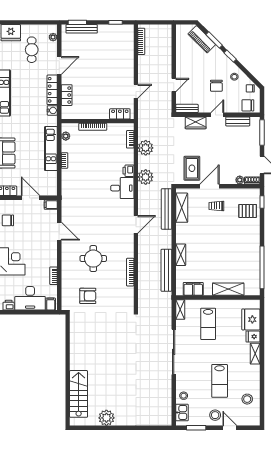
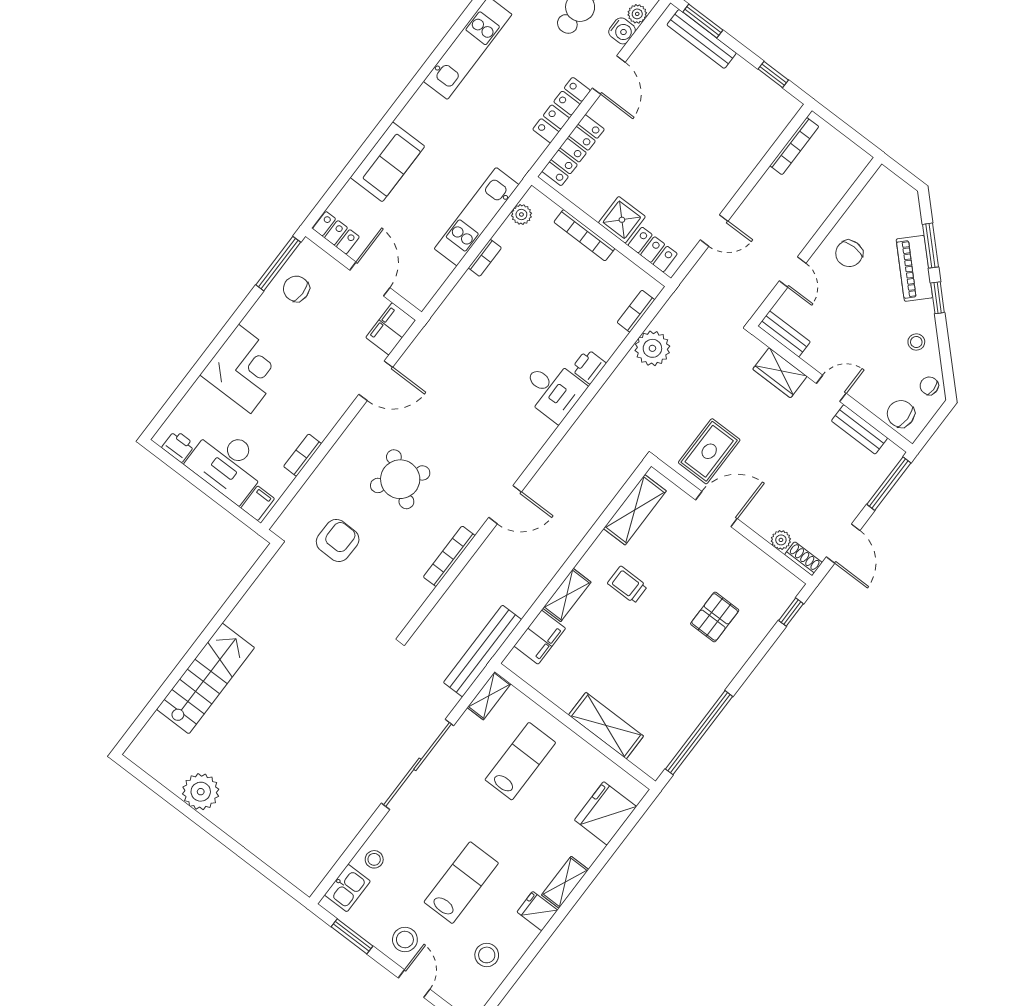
piano: (202, 39) -> (914, 268), moved
door: (59, 66) -> (609, 75), hinge flipped
door: (174, 85) -> (793, 272), hinge flipped
chair: (216, 86) -> (849, 254), moved
locker: (67, 95) -> (573, 150), width x1.53
water cooler: (52, 110) -> (622, 31), moved
shower: (102, 112) -> (622, 220), added
plant: (146, 177) -> (611, 402), removed
filing cabinet: (51, 205) -> (391, 329), width x2.00
trolley: (216, 206) -> (627, 585), moved
bench: (167, 209) -> (605, 491), removed
pallet: (248, 211) -> (715, 617), moved, turned 90
door: (136, 224) -> (505, 505), moved
door: (59, 231) -> (376, 381), hinge flipped
round table: (93, 259) -> (400, 479), turned 37
bench: (166, 270) -> (483, 651), moved
filing cabinet: (193, 289) -> (540, 637), moved, turned 90
armchair: (88, 296) -> (338, 540), turned -89
lab bench: (208, 324) -> (520, 761), turned 180
fridge: (253, 337) -> (537, 911), moved
lab bench: (220, 381) -> (461, 883), turned 180
stairs: (79, 394) -> (206, 678), moved

